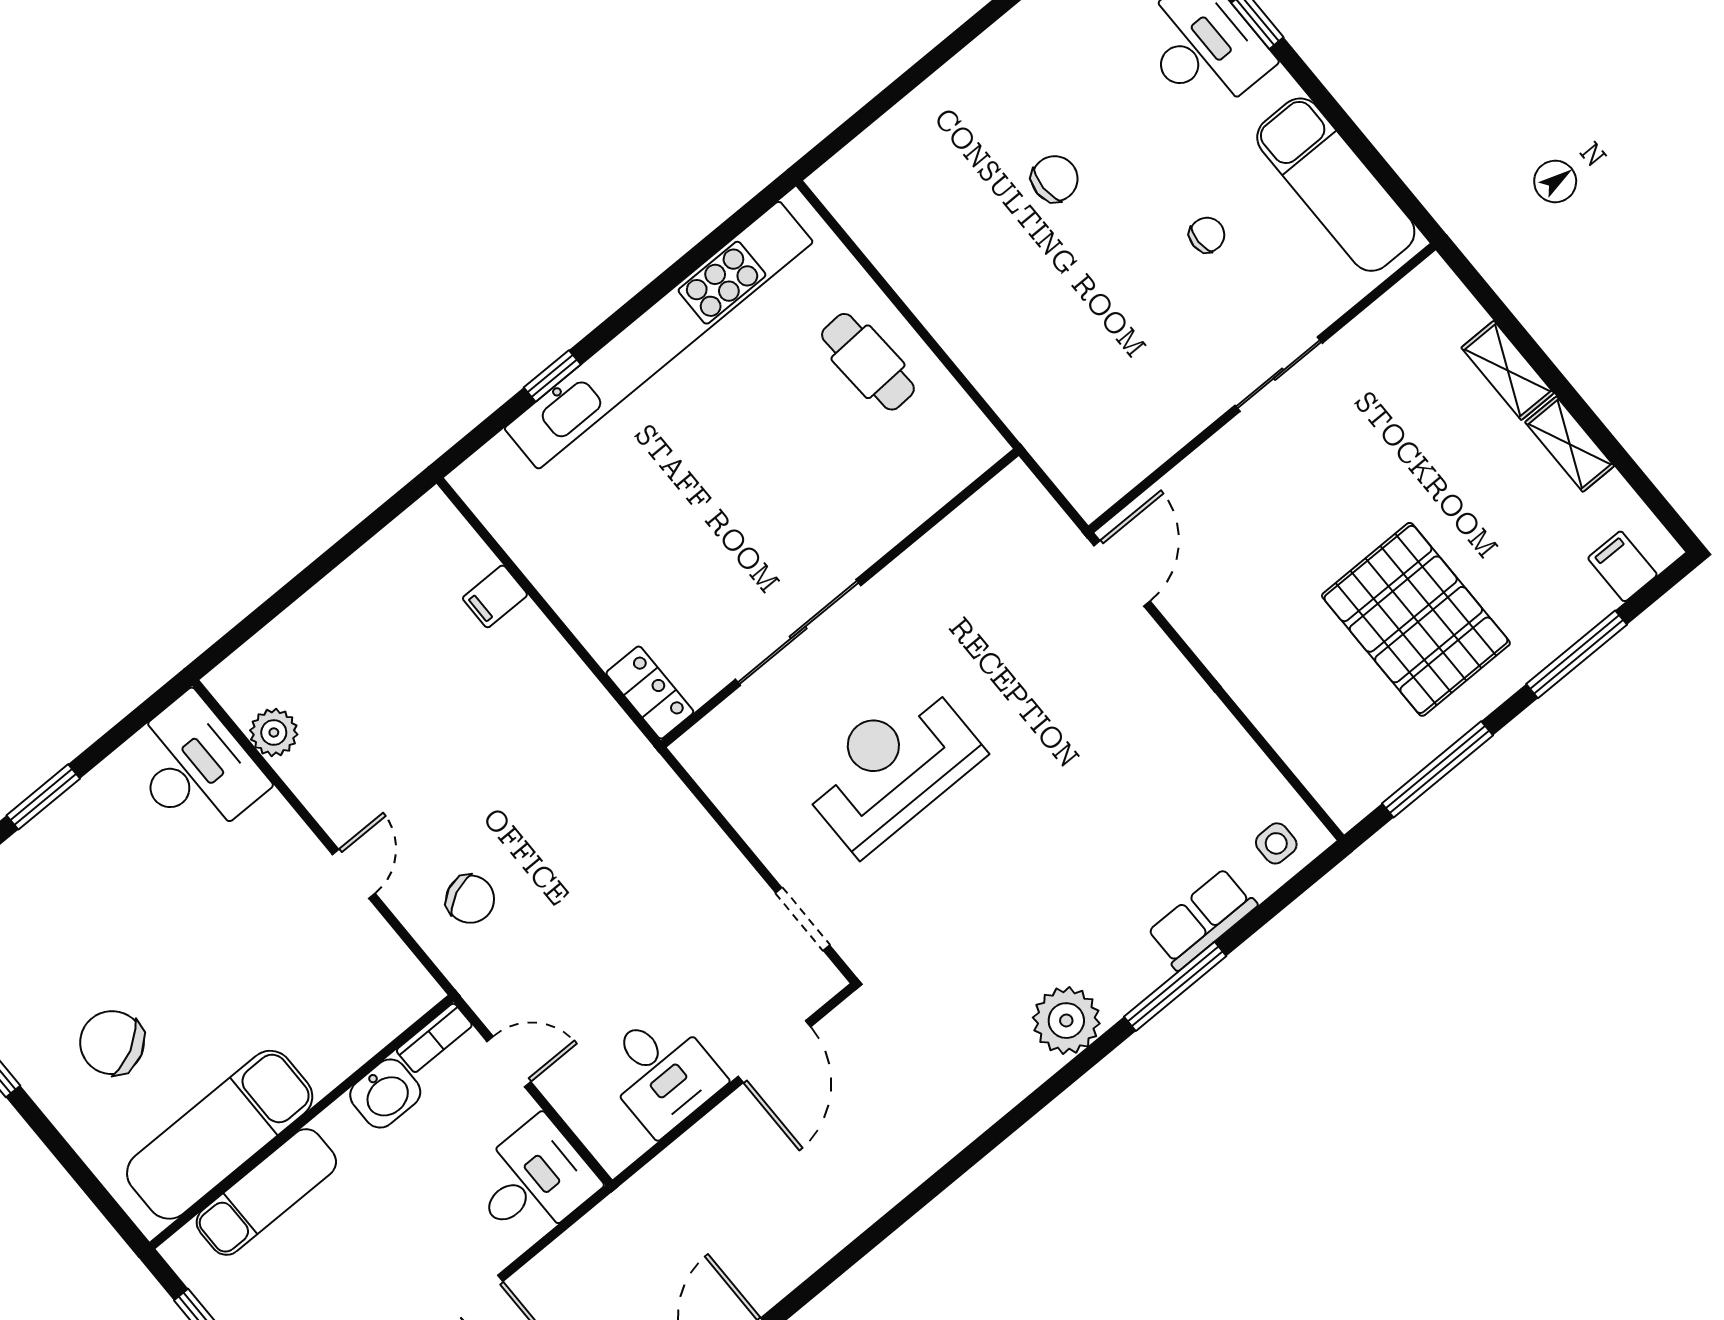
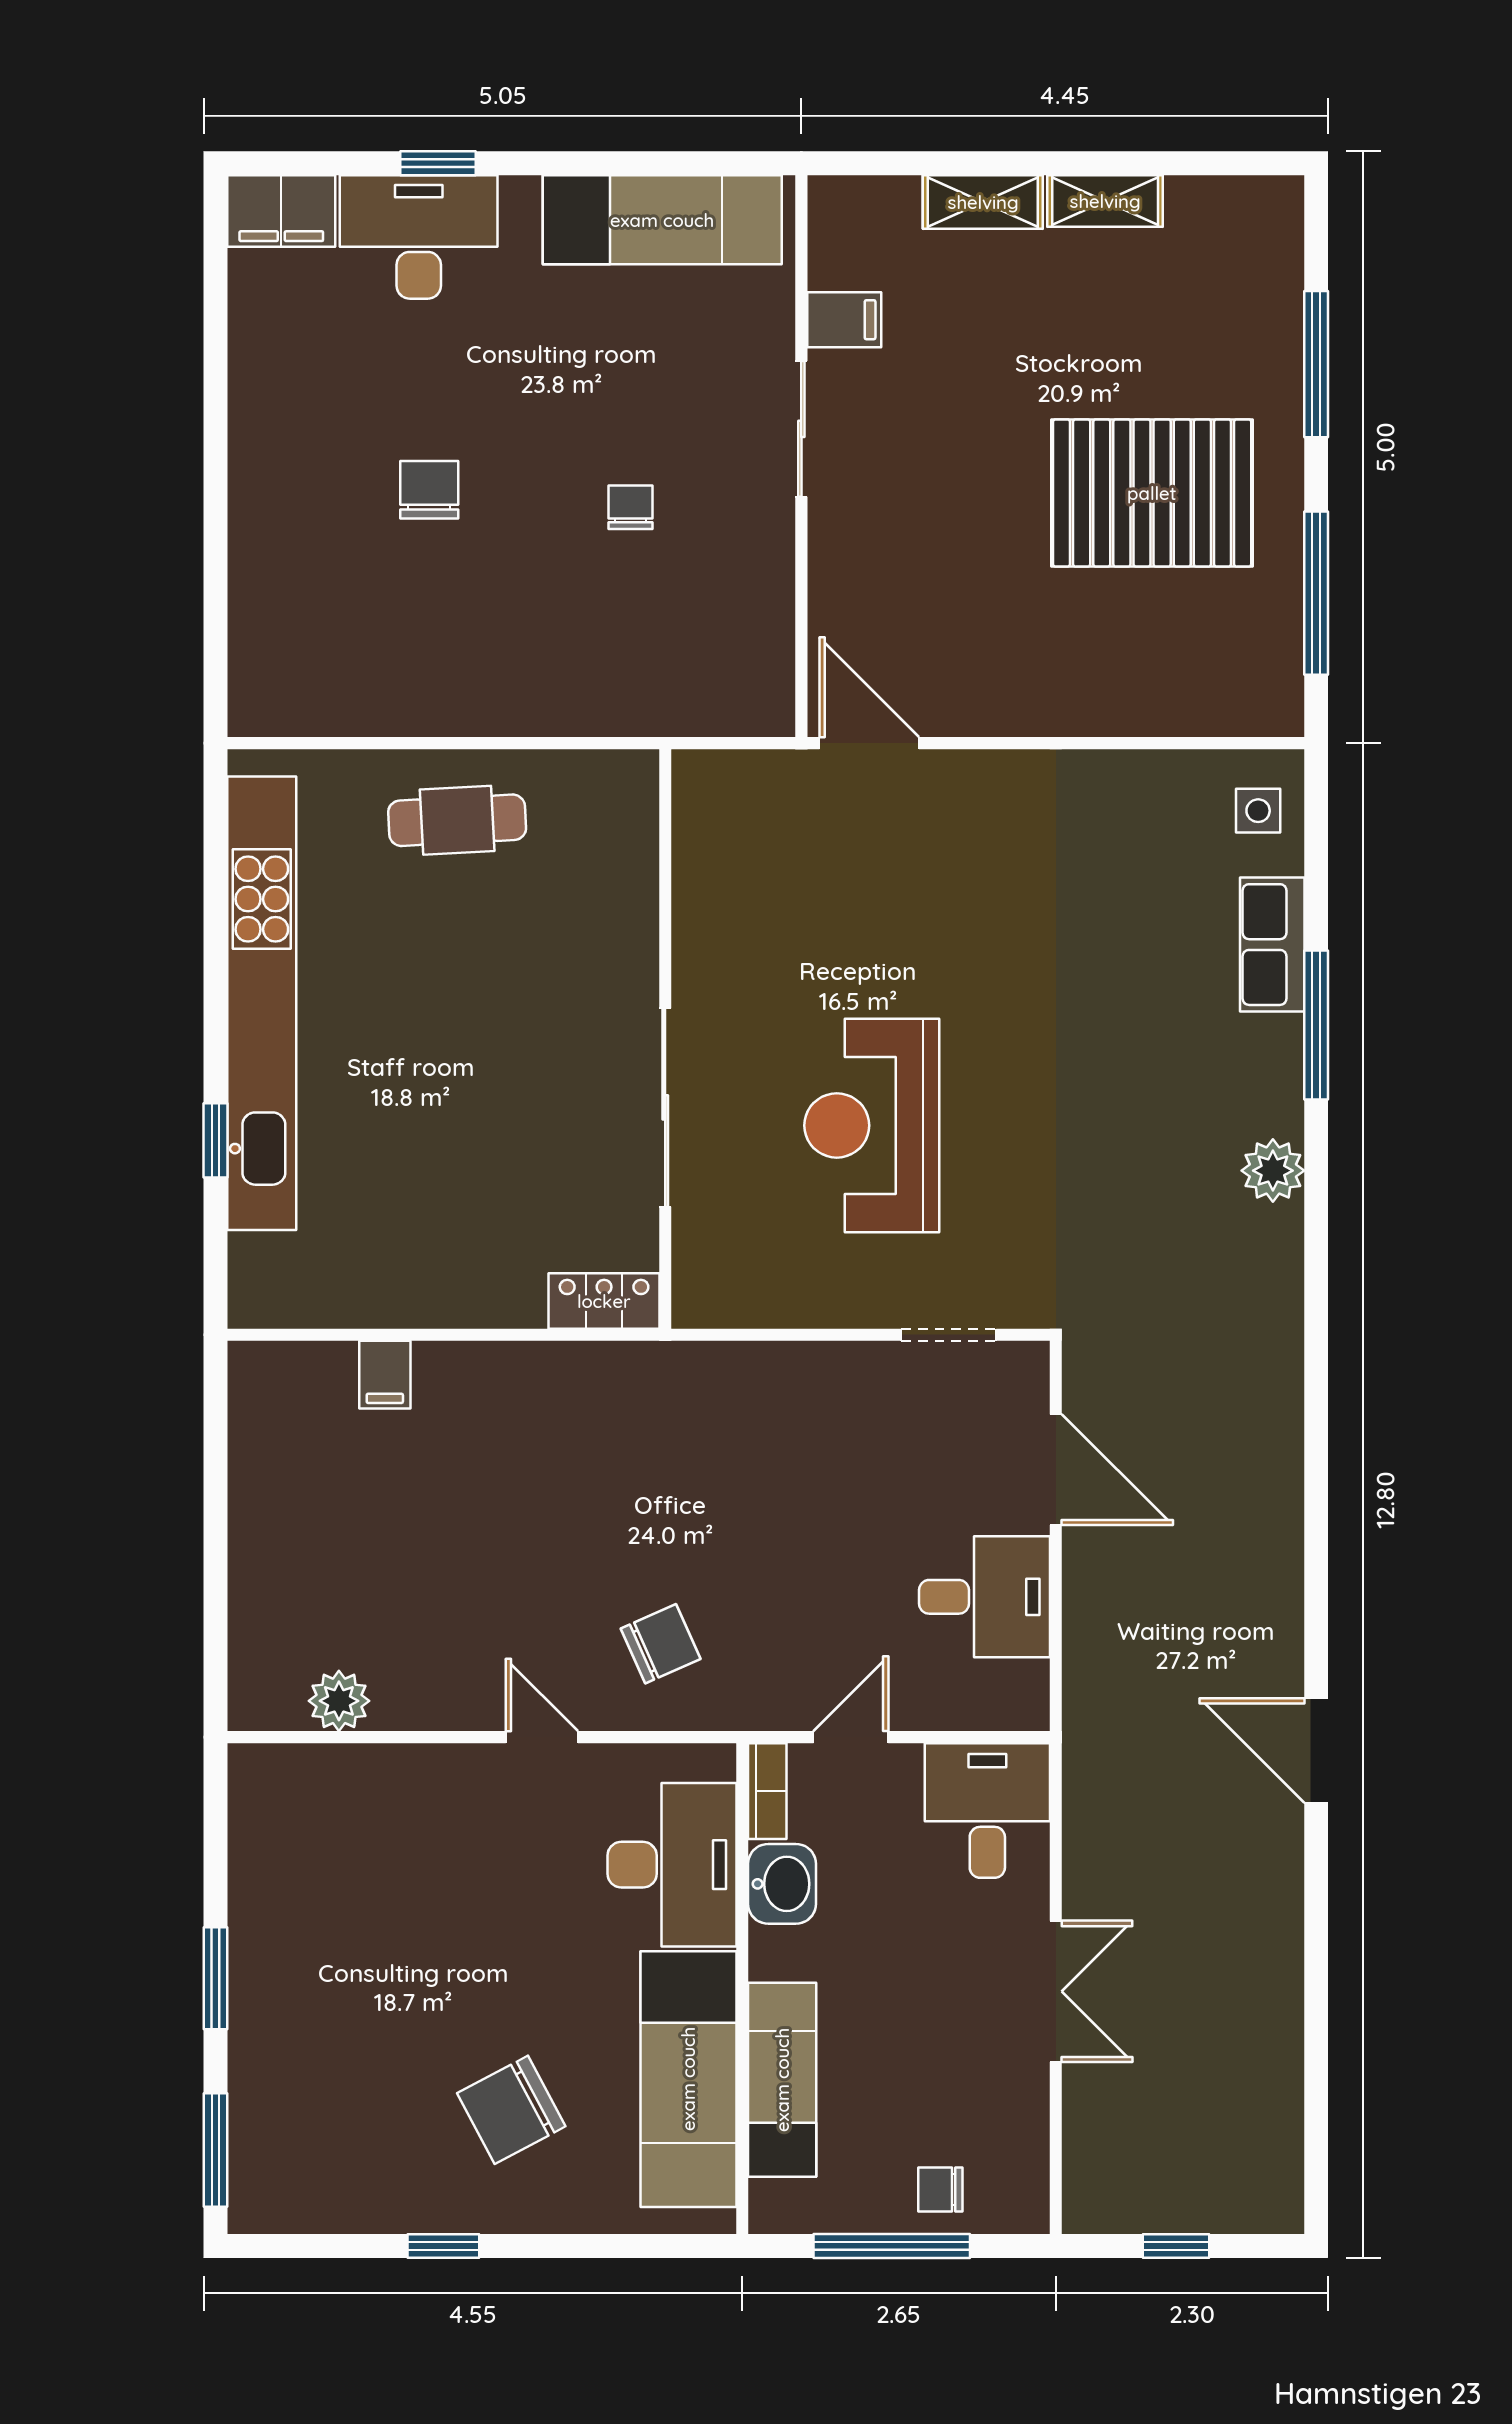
chair: (1207, 235) -> (630, 507), moved
filing cabinet: (1622, 566) -> (844, 320), moved, turned 180
desk: (194, 768) -> (672, 1865), moved, turned 90
plant: (1066, 1021) -> (1273, 1171), width x0.73, depth x0.73

